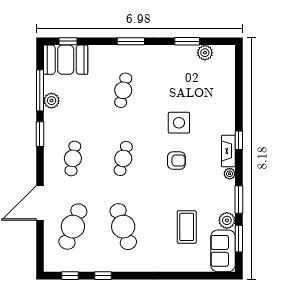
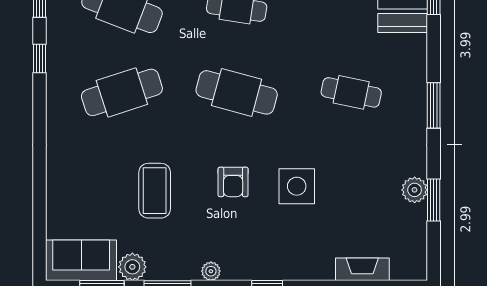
plant: (205, 53) -> (415, 190), moved
fireplace: (228, 151) -> (362, 269), moved
cafe table: (123, 158) -> (237, 92), width x1.37, depth x1.35
coffee table: (187, 227) -> (155, 191), moved, turned 90

